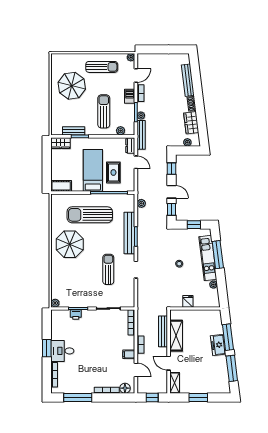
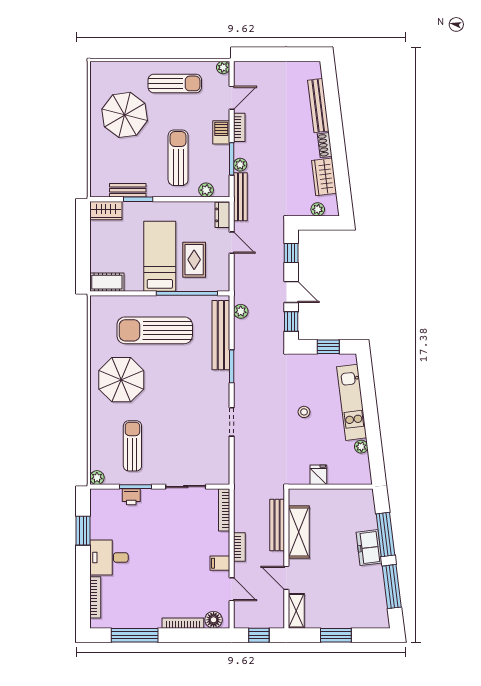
bench: (129, 233) -> (221, 335), moved
window: (218, 255) -> (368, 397), removed
sun lounger: (108, 269) -> (132, 446), moved
window: (47, 348) -> (83, 531), moved

